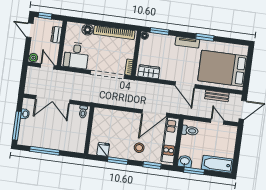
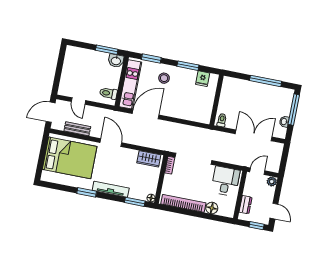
tv unit: (187, 42) -> (111, 189), width x1.41
door: (47, 66) -> (257, 171), swing flipped
bathtub: (217, 164) -> (81, 56), removed

